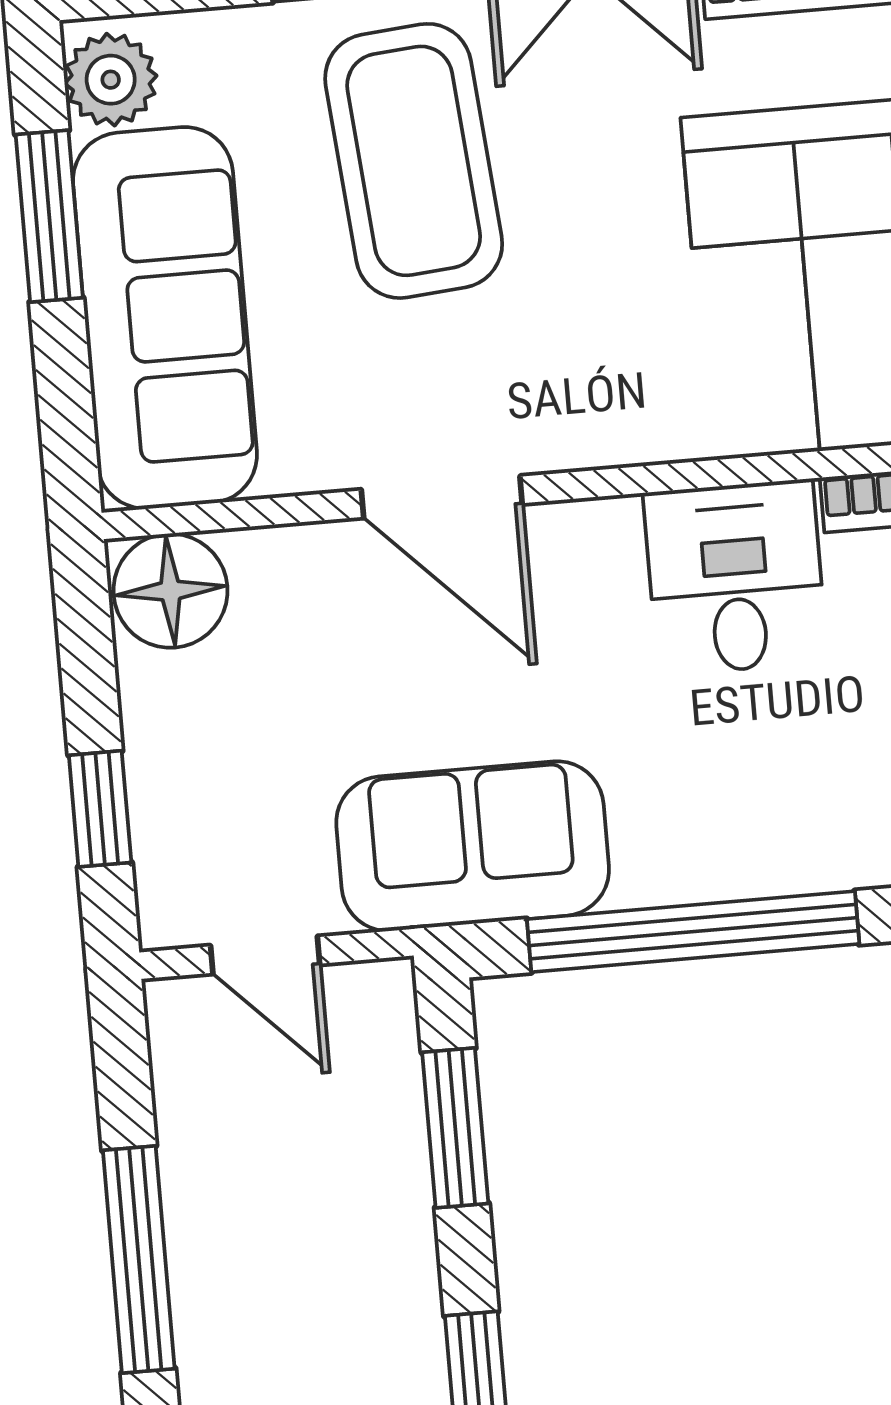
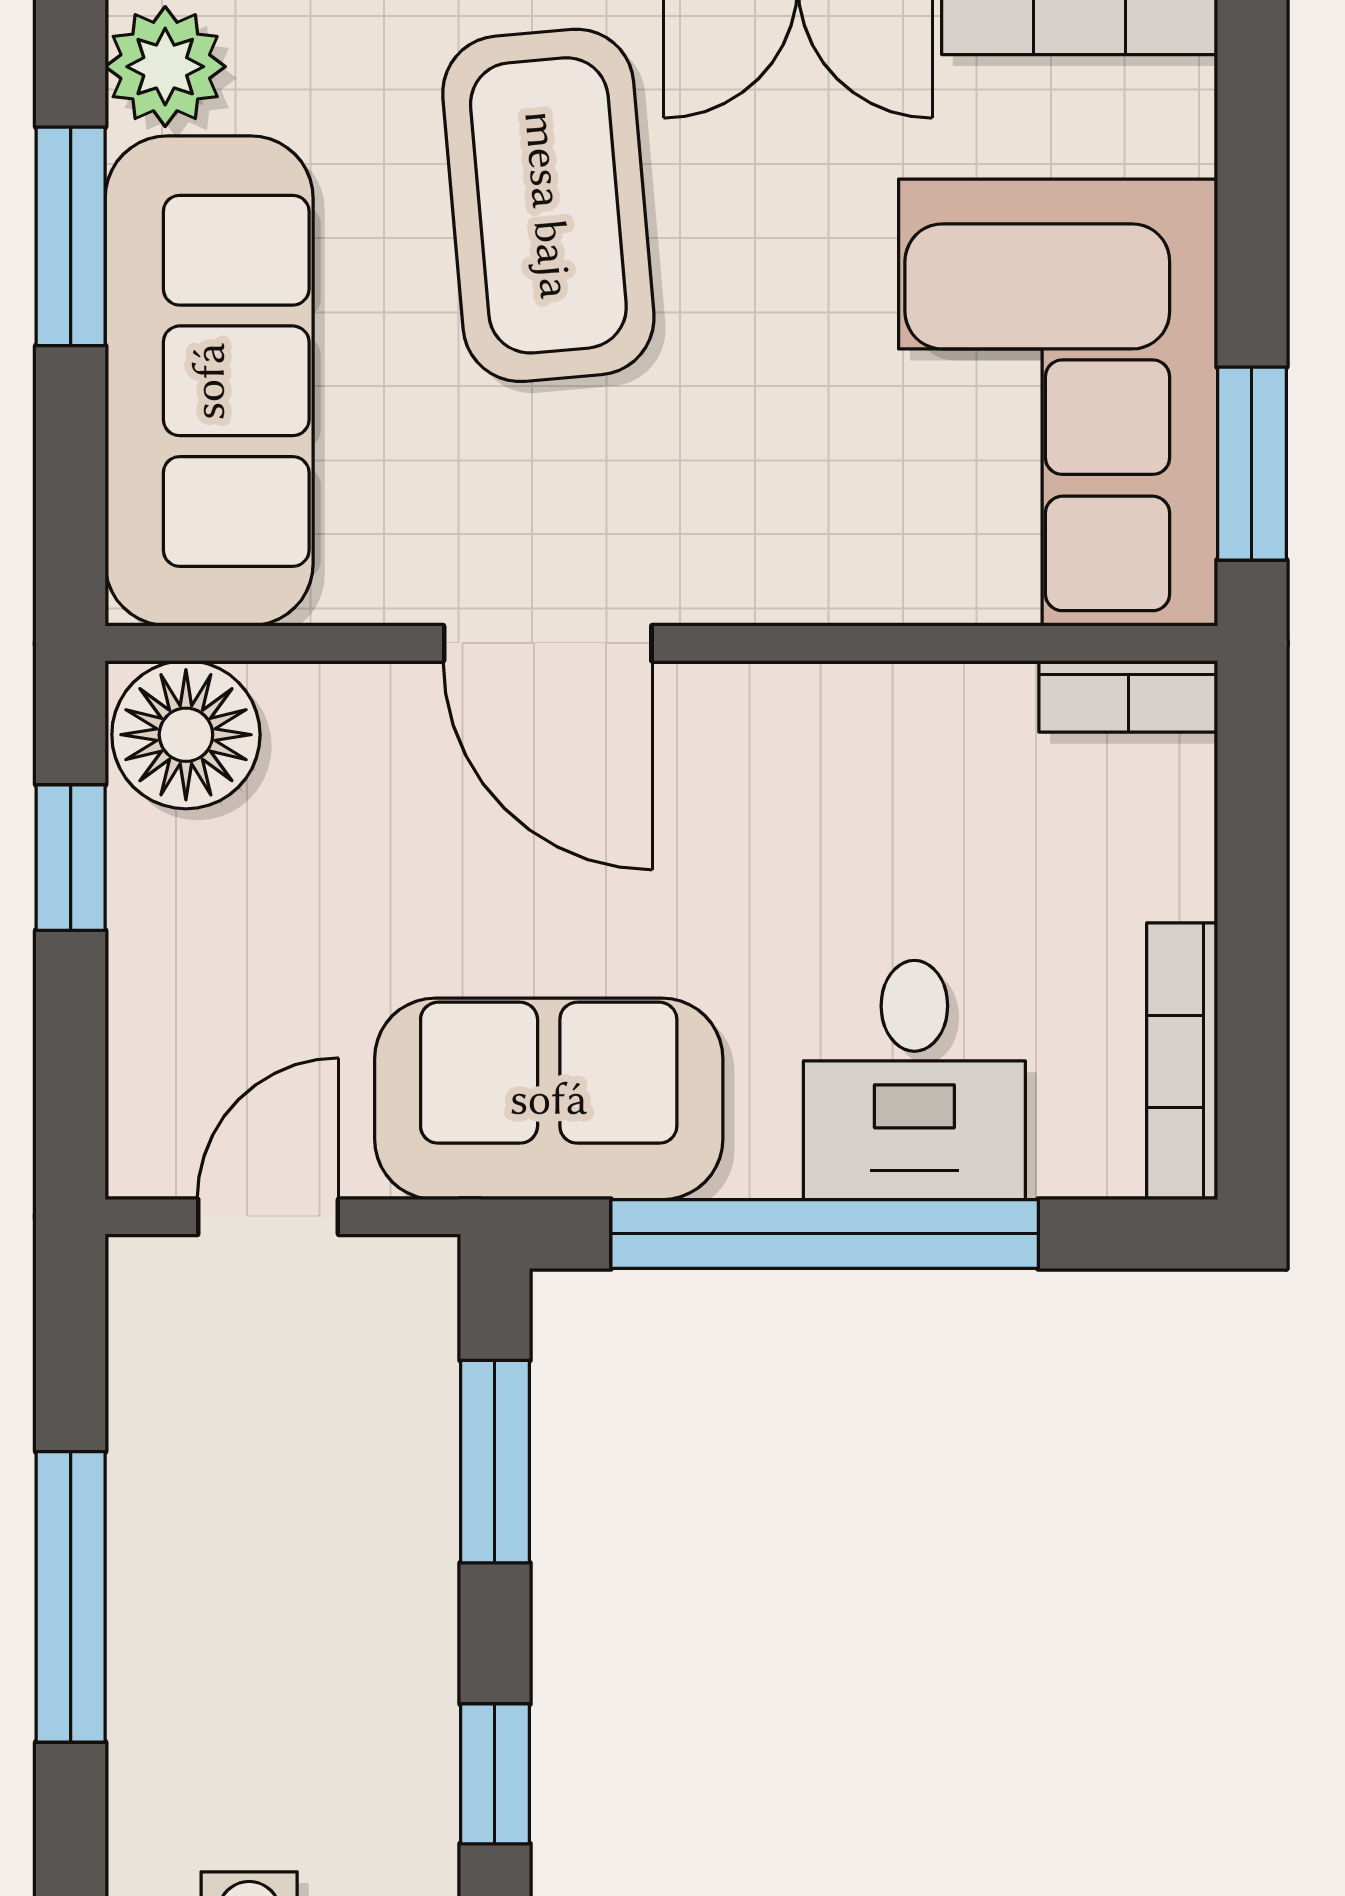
desk: (735, 577) -> (914, 1080), moved, turned 180
window: (100, 809) -> (71, 858), moved
door: (265, 955) -> (268, 1217), swing flipped

